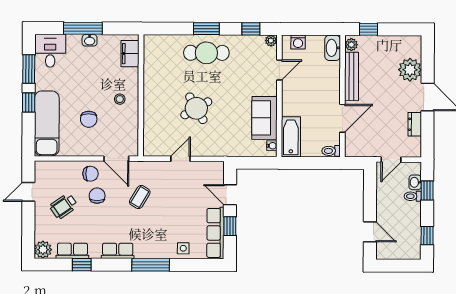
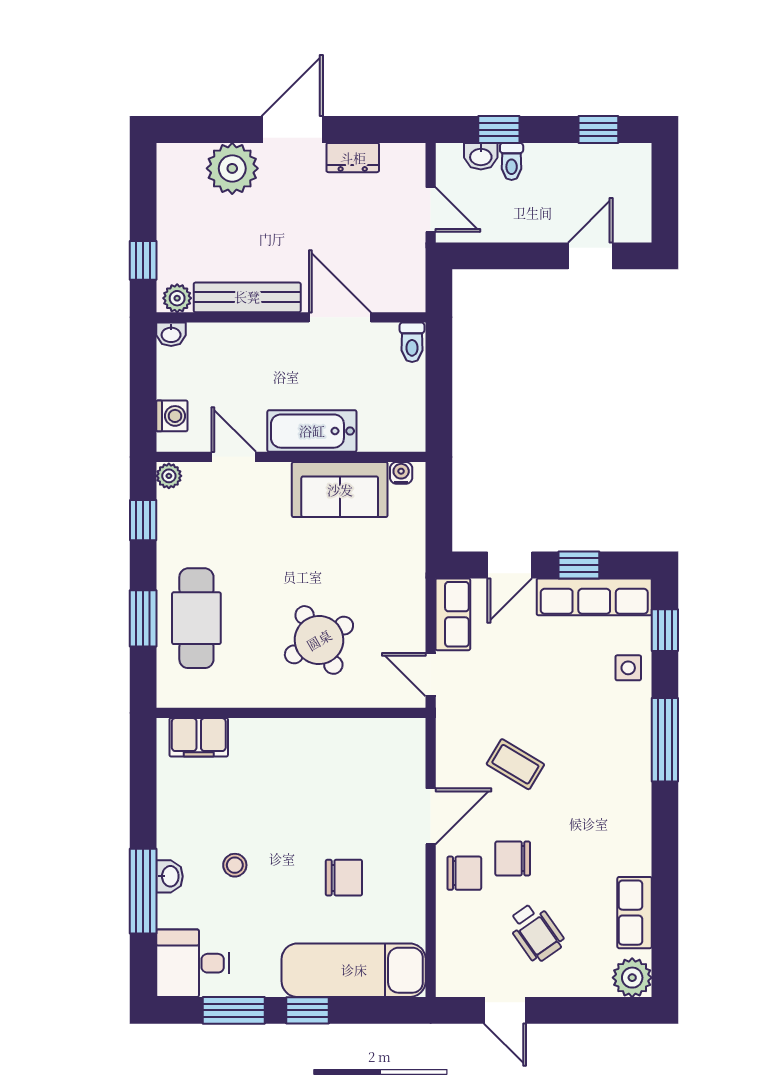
washbasin: (333, 48) -> (171, 334), width x0.52, depth x0.69
filing cabinet: (130, 54) -> (199, 737), moved
wall: (141, 95) -> (291, 713), moved
stool: (120, 99) -> (235, 865), moved
bathtub: (291, 137) -> (312, 431), moved
chair: (91, 174) -> (464, 873), turned 90
row of seats: (118, 251) -> (453, 614), moved, turned 180
window: (82, 265) -> (665, 630), moved

